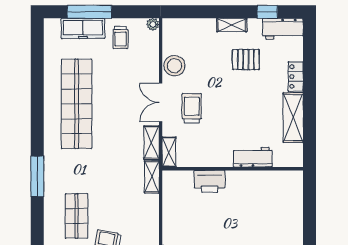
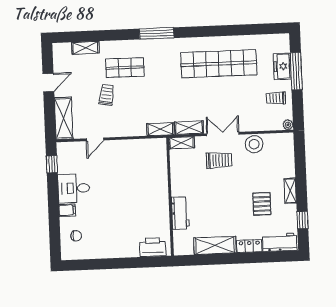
freezer: (83, 28) -> (282, 66), width x0.71
workbench: (283, 29) -> (280, 242), moved, turned 90
printer: (210, 181) -> (153, 247), moved, turned 90

